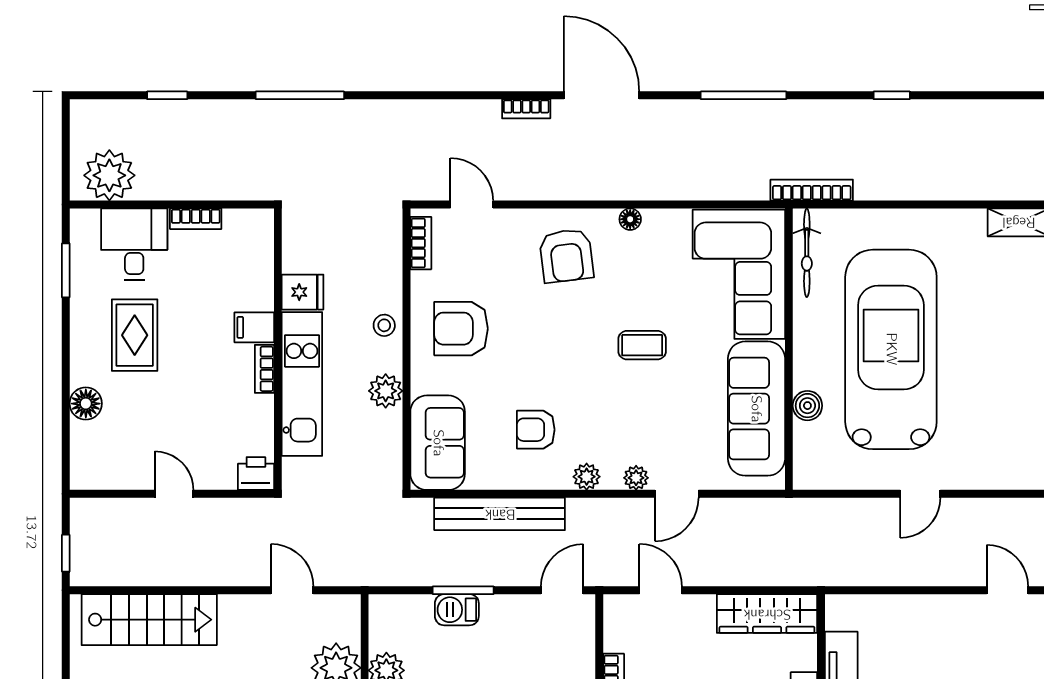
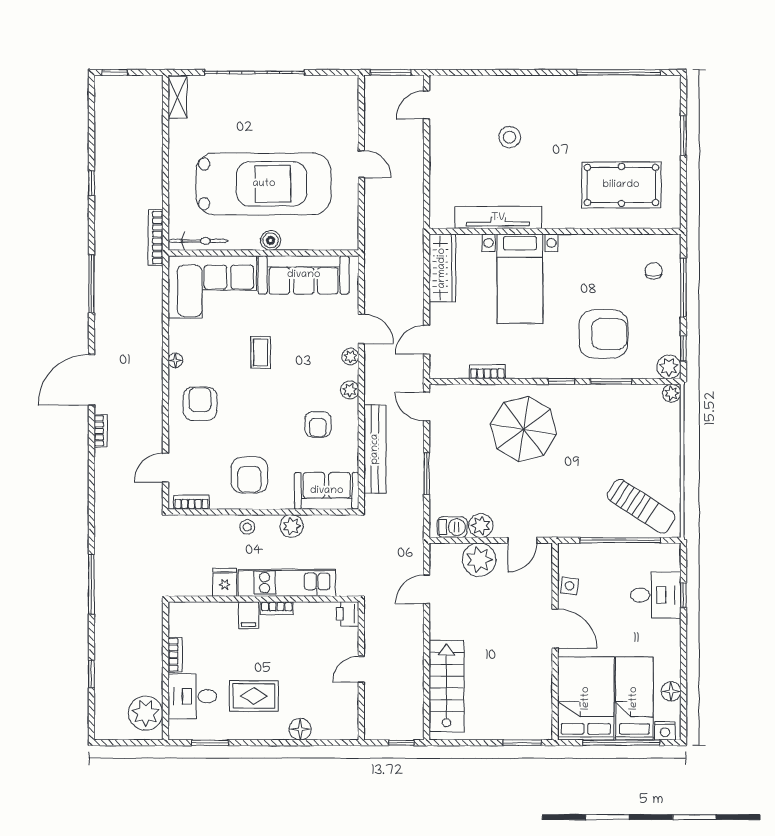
armchair: (566, 256) -> (200, 404), turned -83
car: (891, 349) -> (264, 184), turned 180
boiler: (807, 406) -> (271, 240), moved
barbecue: (457, 610) -> (452, 527), moved, turned -90

